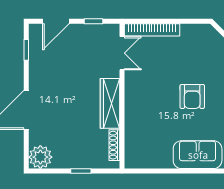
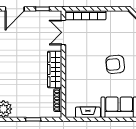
double door: (122, 53) -> (63, 32), swing flipped
armchair: (192, 96) -> (115, 64), turned 85
fireplace: (155, 161) -> (88, 112), added

